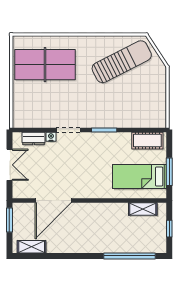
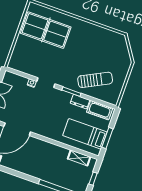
sun lounger: (122, 62) -> (95, 80), moved, width x0.73, depth x0.75
dresser: (33, 139) -> (80, 102), moved

